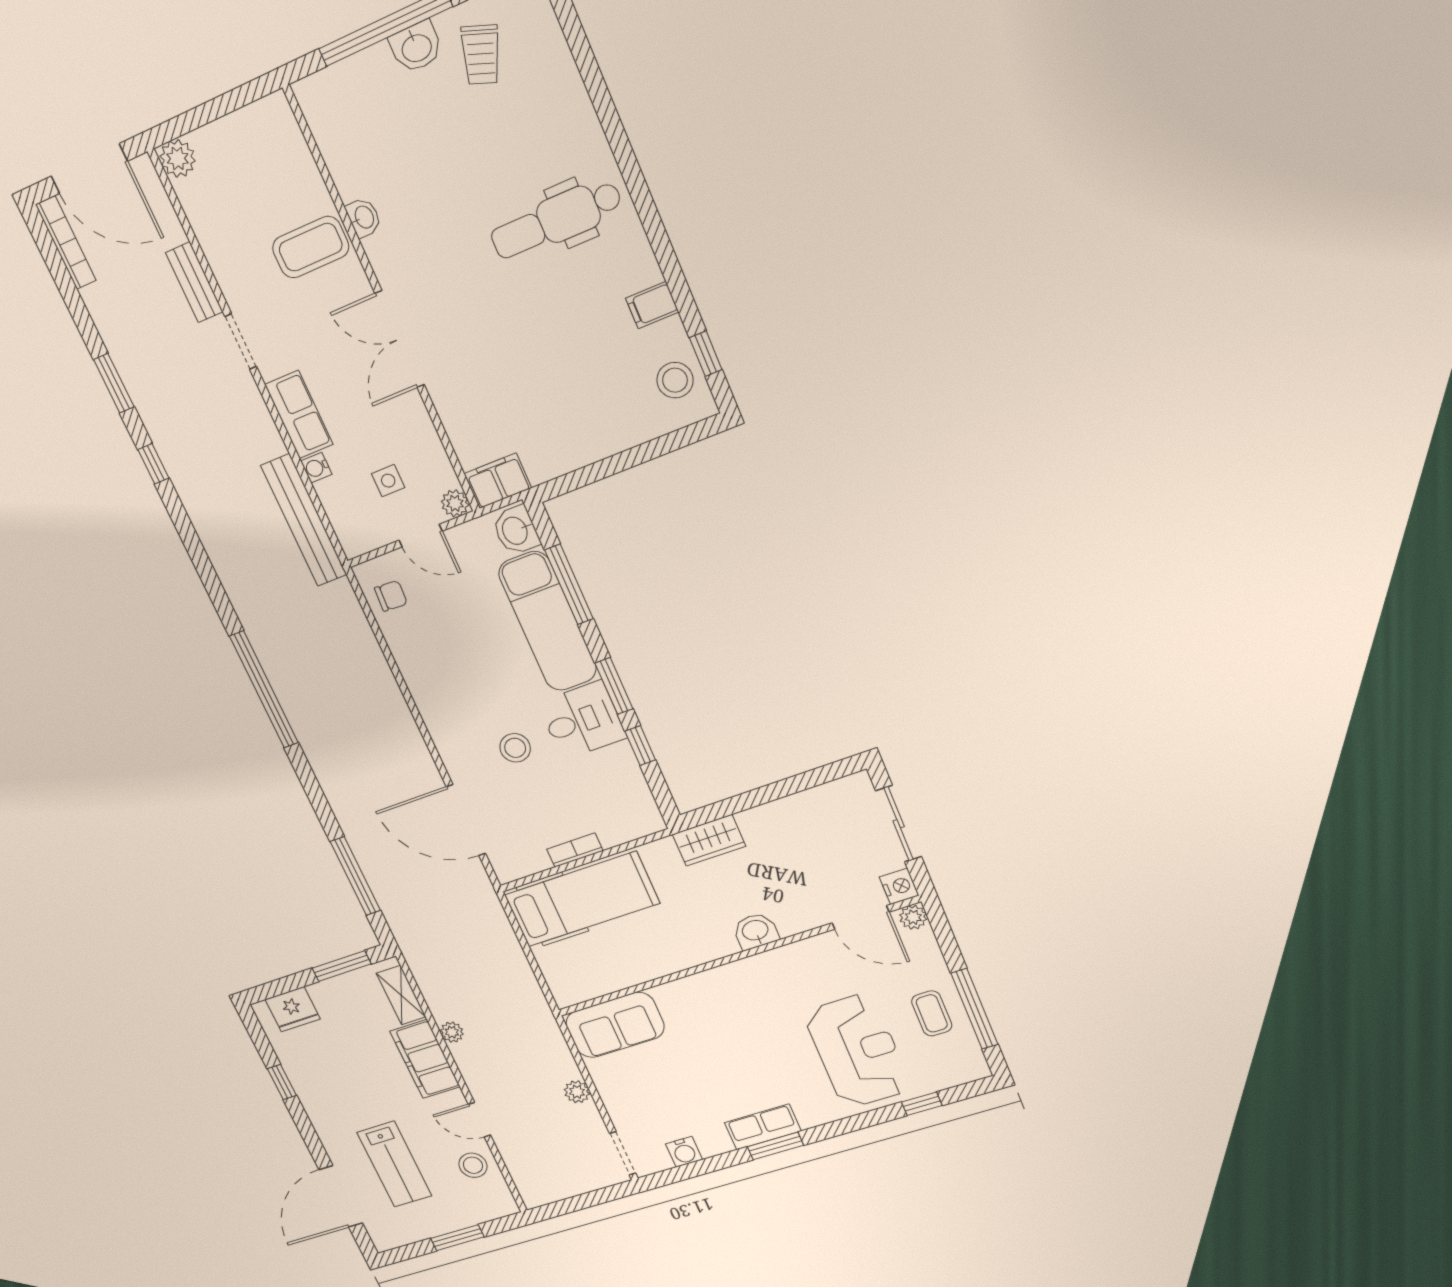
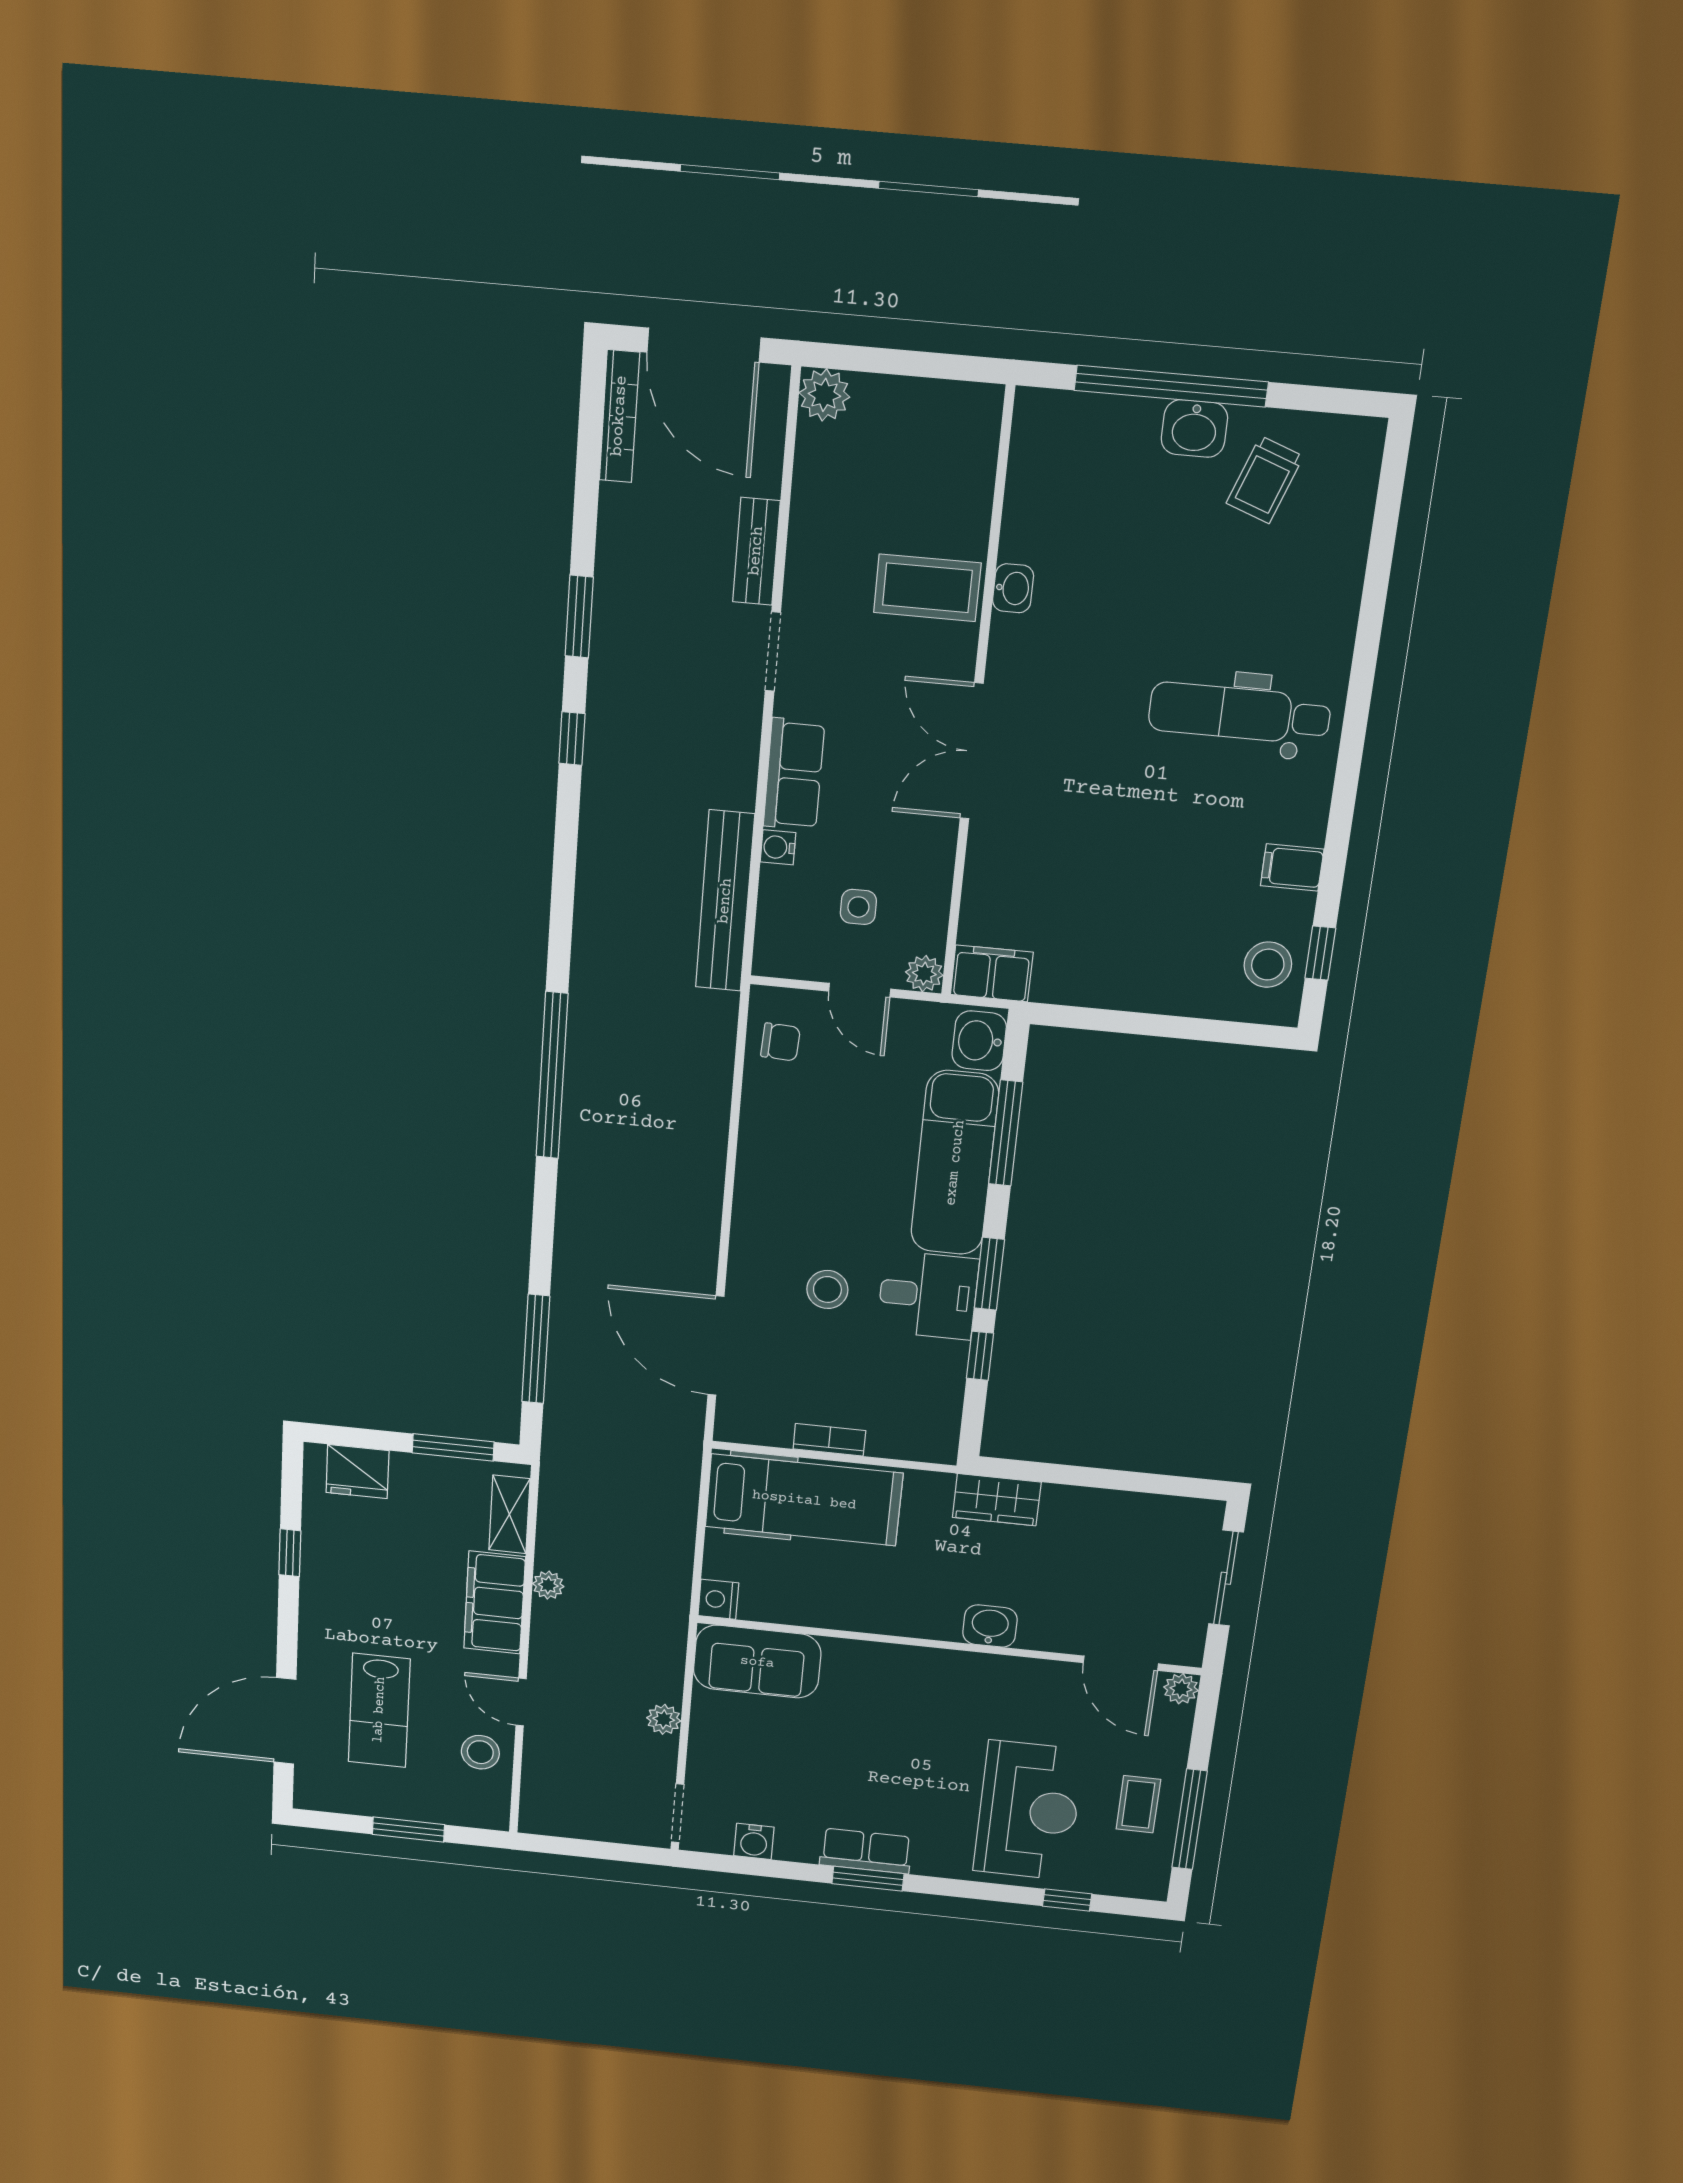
nightstand: (899, 886) -> (718, 1599), moved, turned 180

